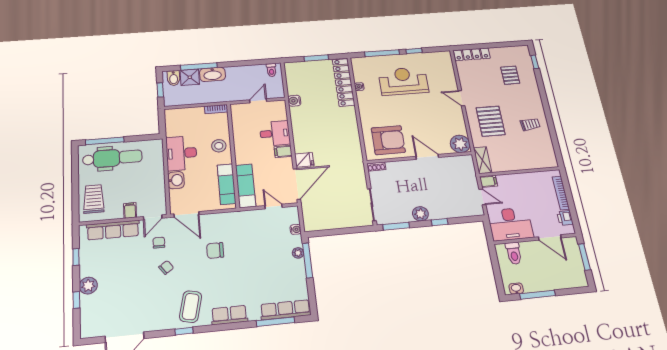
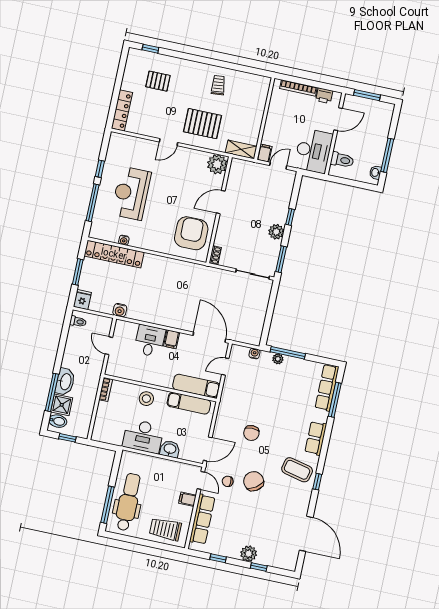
fridge: (304, 160) -> (82, 300), moved
chair: (166, 267) -> (254, 481), width x1.87, depth x1.87

